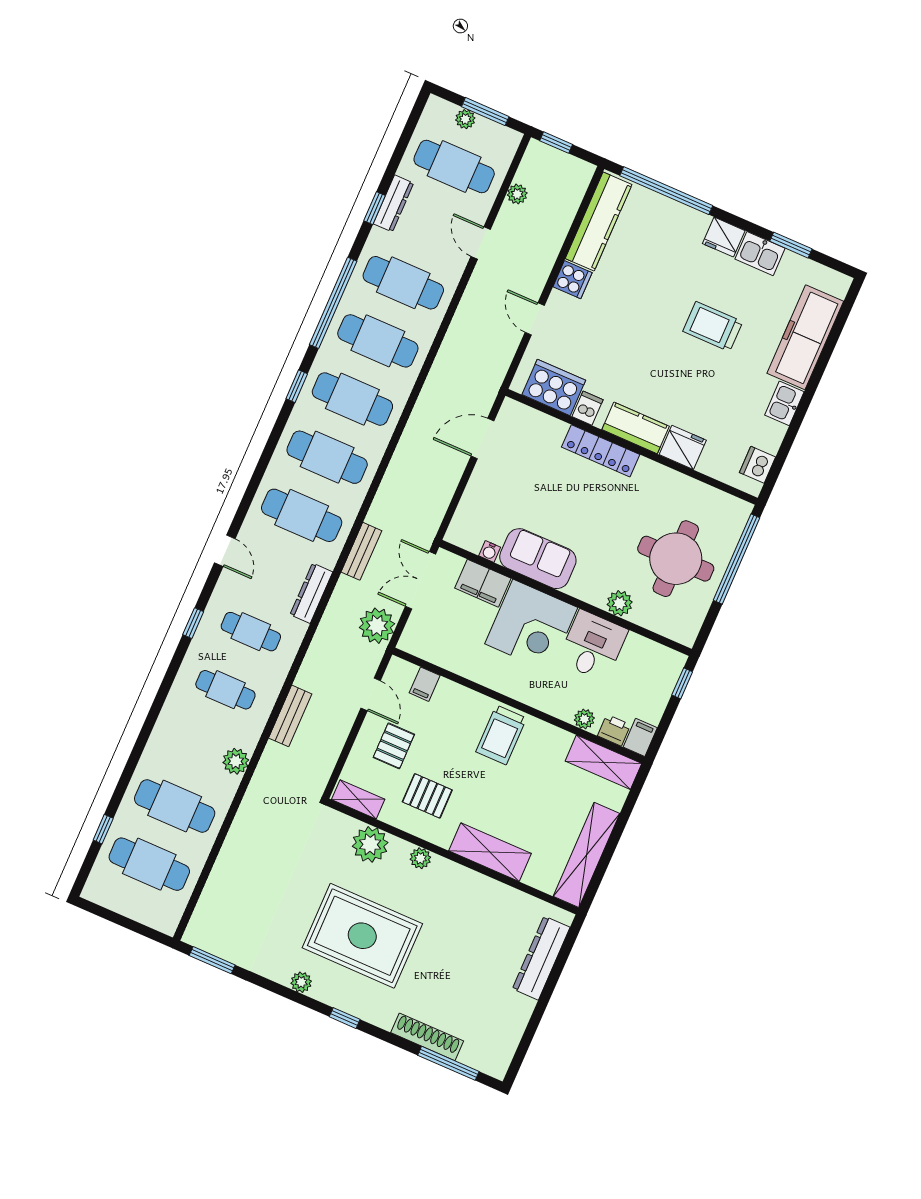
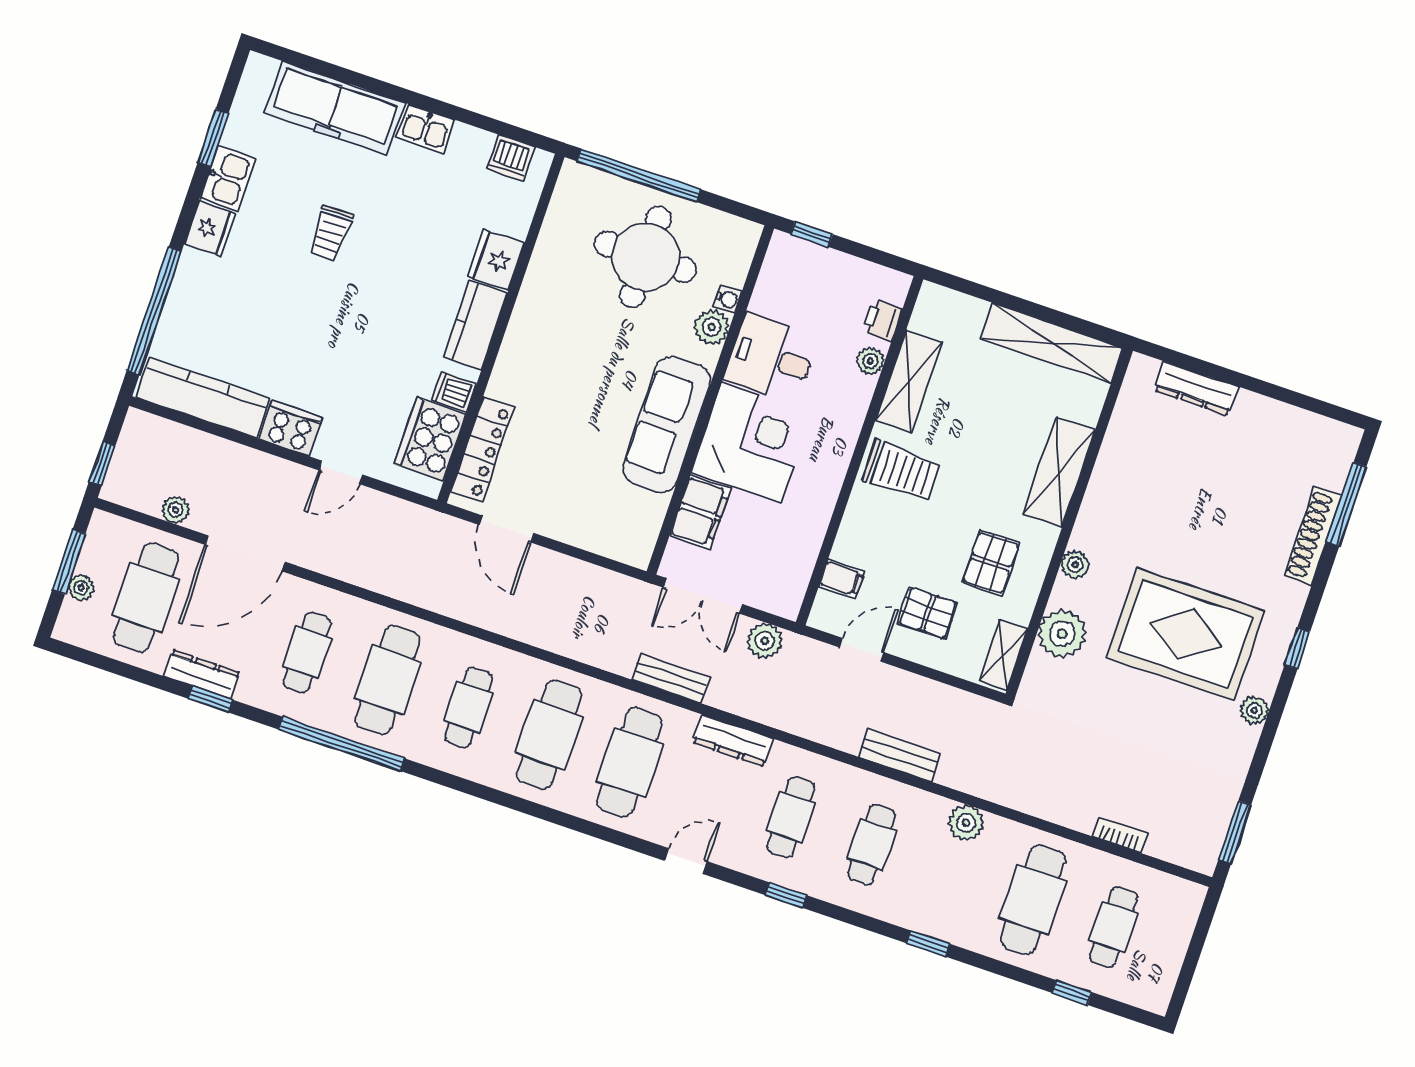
door: (481, 243) -> (245, 553), width x1.87
cooker: (573, 280) -> (290, 429), width x1.36
cafe table: (403, 283) -> (307, 652), width x0.73, depth x0.74
trolley: (713, 327) -> (331, 233), width x0.73, depth x0.72
window: (297, 386) -> (928, 944), moved
cafe table: (352, 399) -> (468, 707), width x0.73, depth x0.74
locker: (601, 451) -> (482, 450), moved
water cooler: (490, 551) -> (727, 299), moved
sofa: (538, 559) -> (667, 424), width x1.36
plant: (377, 626) -> (765, 641), width x0.73, depth x0.73
filing cabinet: (640, 737) -> (889, 284), removed
shelving: (603, 762) -> (909, 381), moved
cafe table: (149, 864) -> (1113, 927), width x0.73, depth x0.74
bookcase: (217, 874) -> (1120, 835), added
rug: (362, 936) -> (1185, 634), turned 90
dresser: (541, 958) -> (1196, 388), width x0.73, depth x0.80

